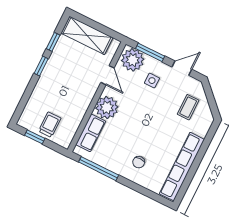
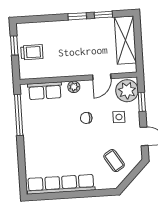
window: (150, 52) -> (142, 102), width x0.67
coffee table: (188, 107) -> (114, 161), turned 58
plant: (107, 108) -> (74, 87), width x0.53, depth x0.53
chair: (139, 162) -> (86, 118), moved

